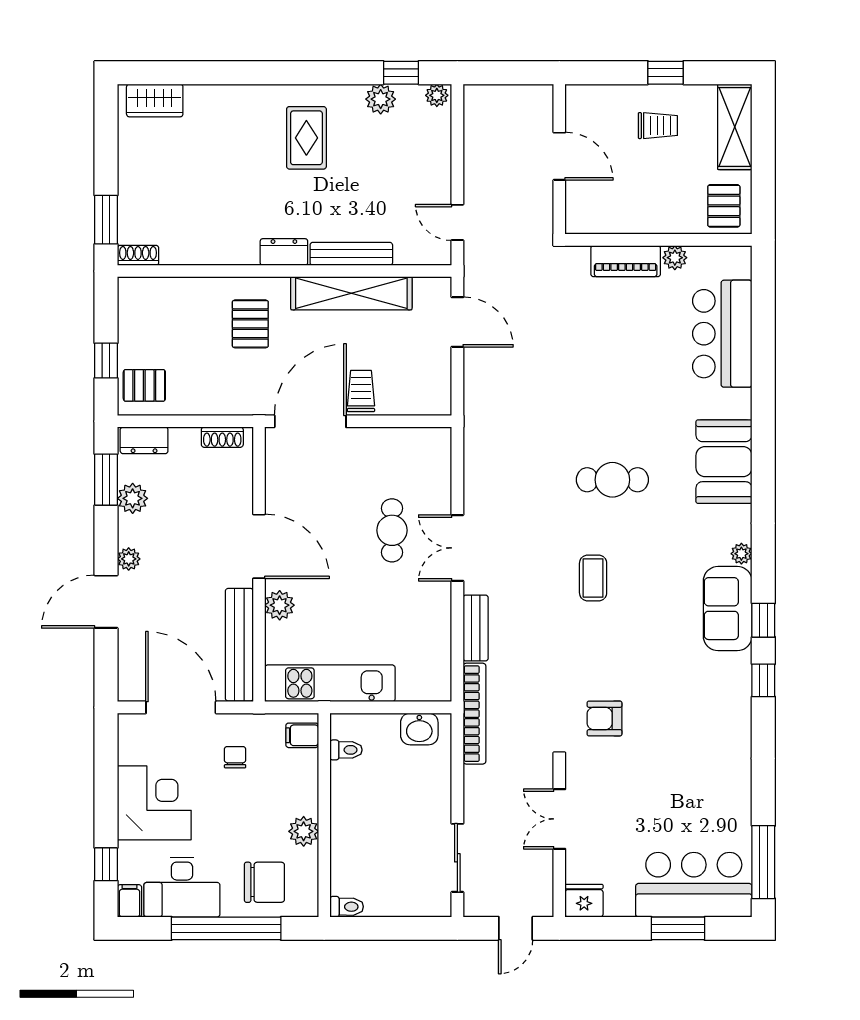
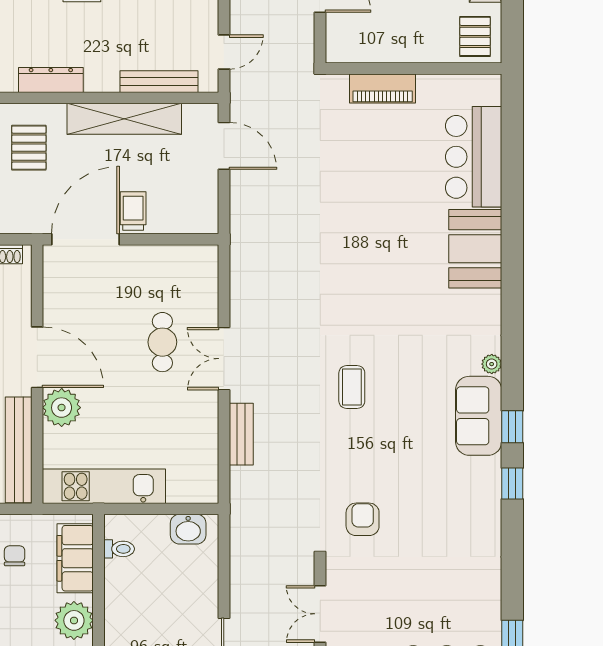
door: (457, 222) -> (224, 52), swing flipped
dresser: (284, 252) -> (51, 80), width x1.44
bench: (351, 254) -> (159, 82), moved
plant: (675, 258) -> (429, 85), removed
booth: (724, 462) -> (475, 249), moved
cafe table: (612, 480) -> (370, 294), removed
plant: (280, 605) -> (62, 408), width x1.36, depth x1.36
bookcase: (474, 714) -> (240, 515), removed
armchair: (604, 718) -> (363, 519), turned 90
filing cabinet: (302, 735) -> (75, 558), width x3.00, depth x1.17
plant: (304, 831) -> (74, 620), width x1.36, depth x1.36

